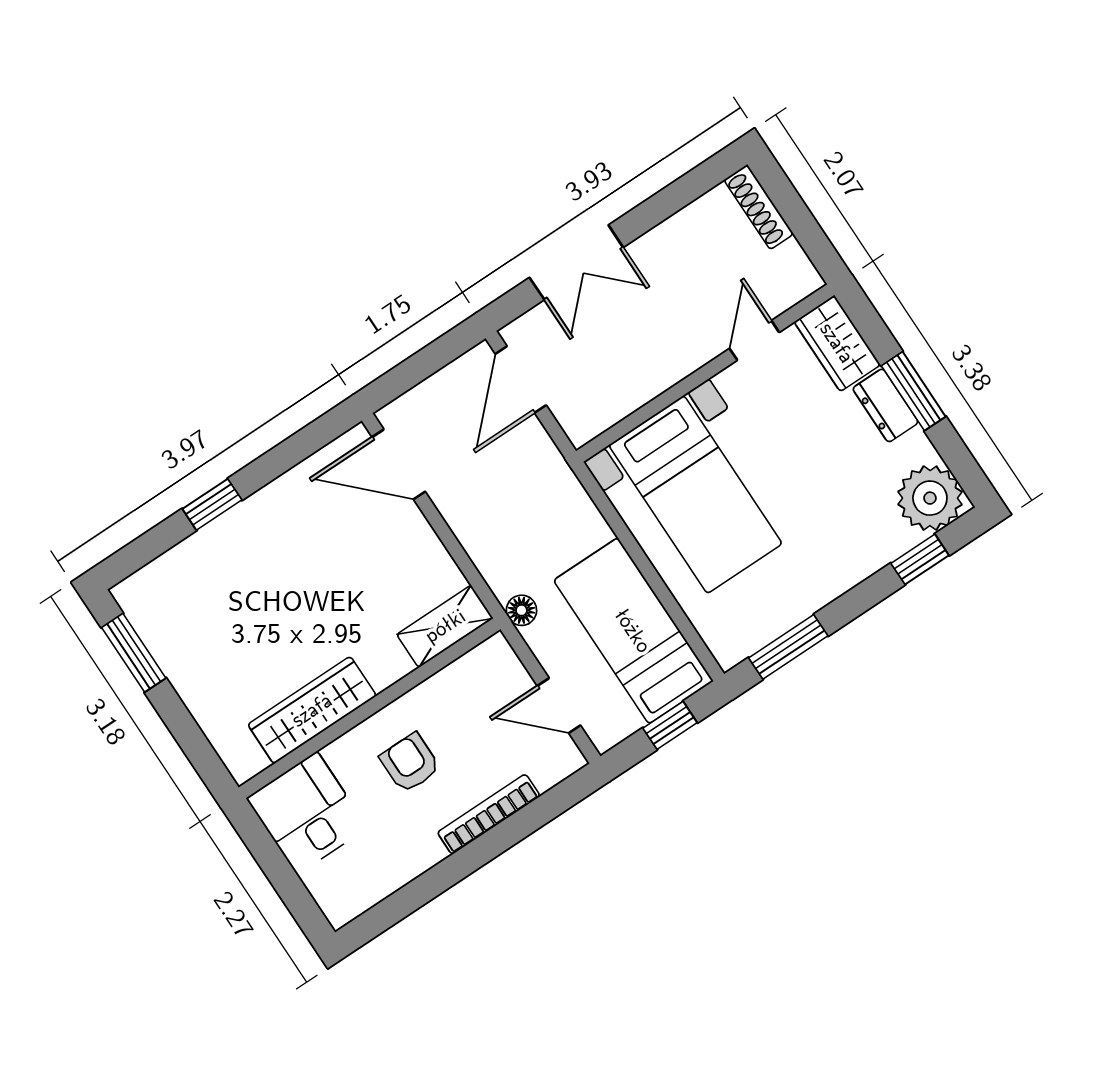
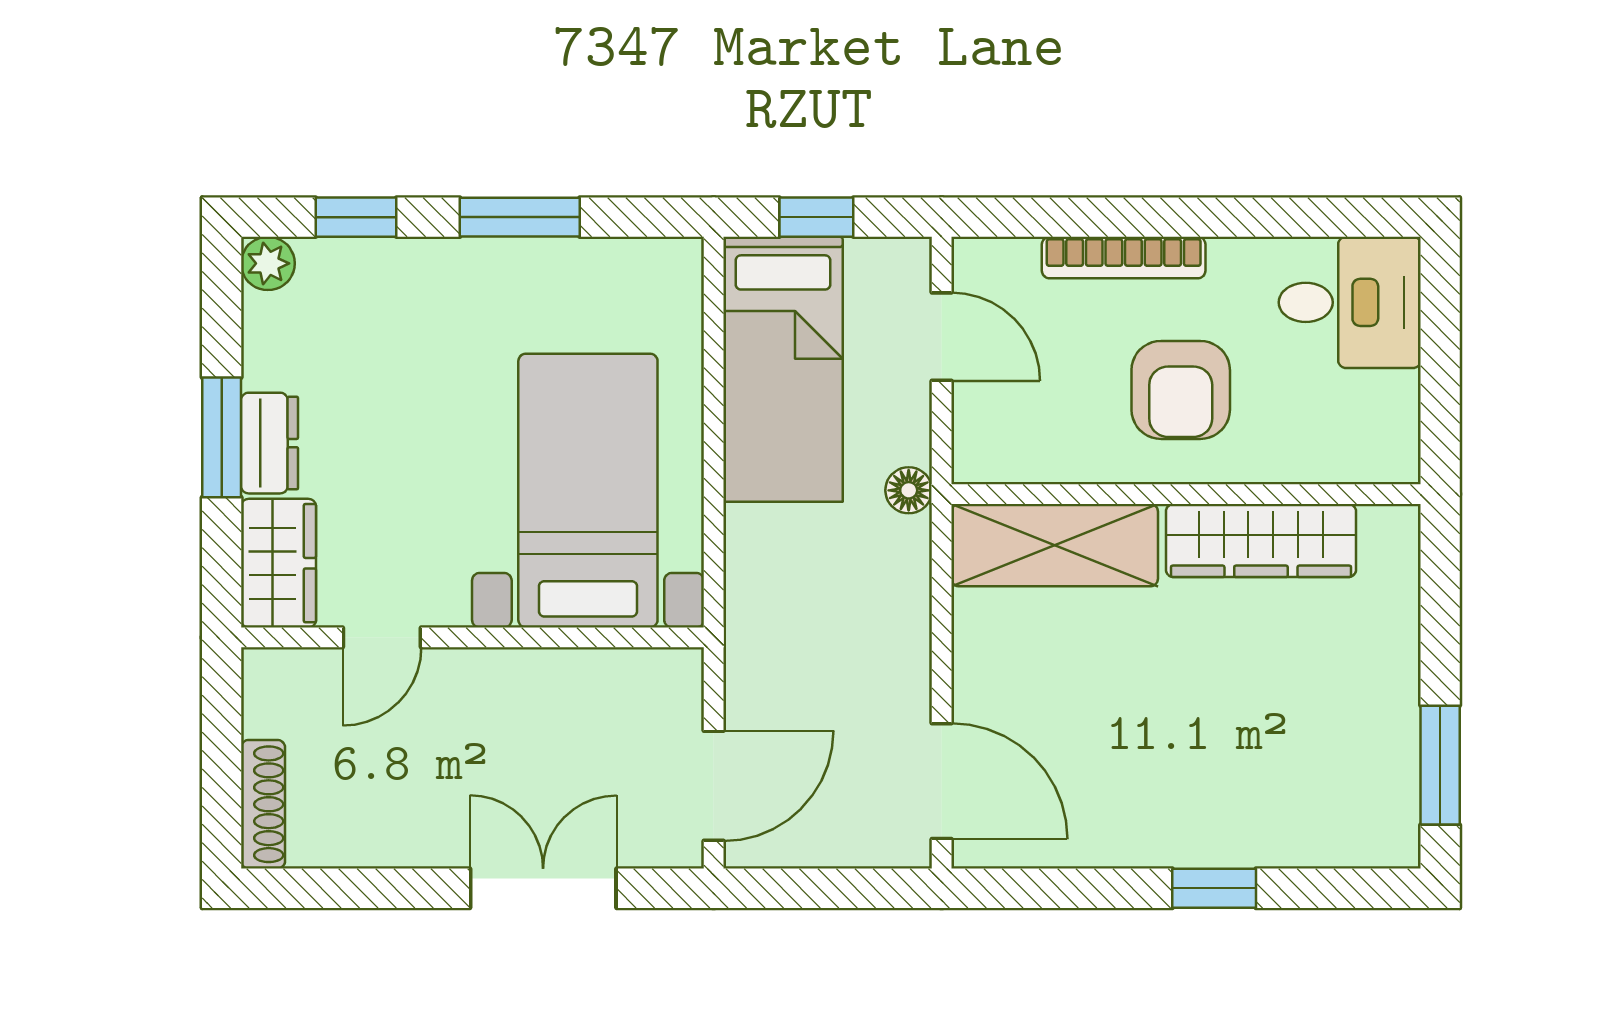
plant: (930, 498) -> (268, 263), width x0.53, depth x0.53
shelving: (445, 626) -> (1055, 545), width x1.50, depth x1.33
window: (788, 647) -> (520, 217), moved
armchair: (410, 763) -> (1181, 390), width x1.38, depth x1.38
desk: (307, 813) -> (1350, 302), moved, turned -90

